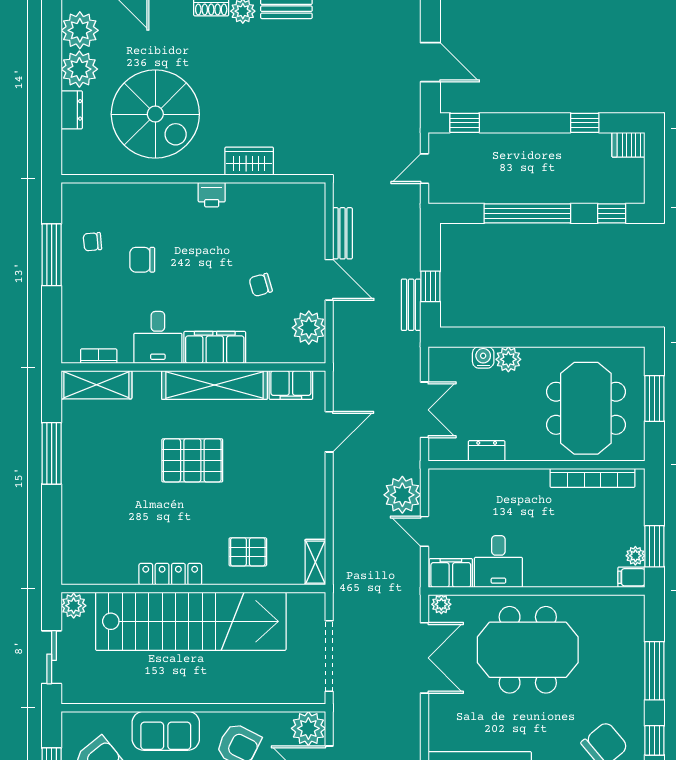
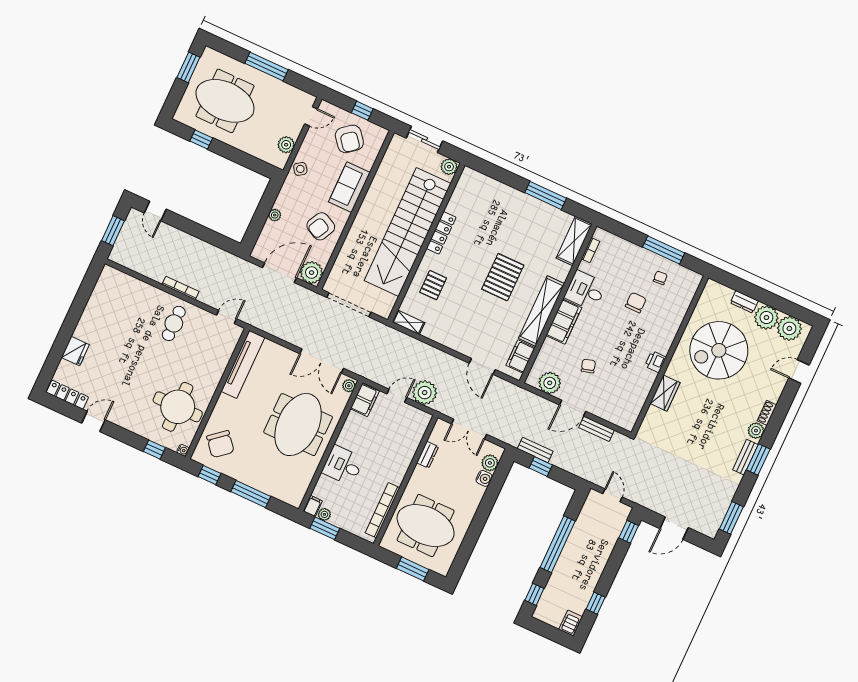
plant: (508, 359) -> (490, 463), moved
desk: (498, 561) -> (343, 465), moved

